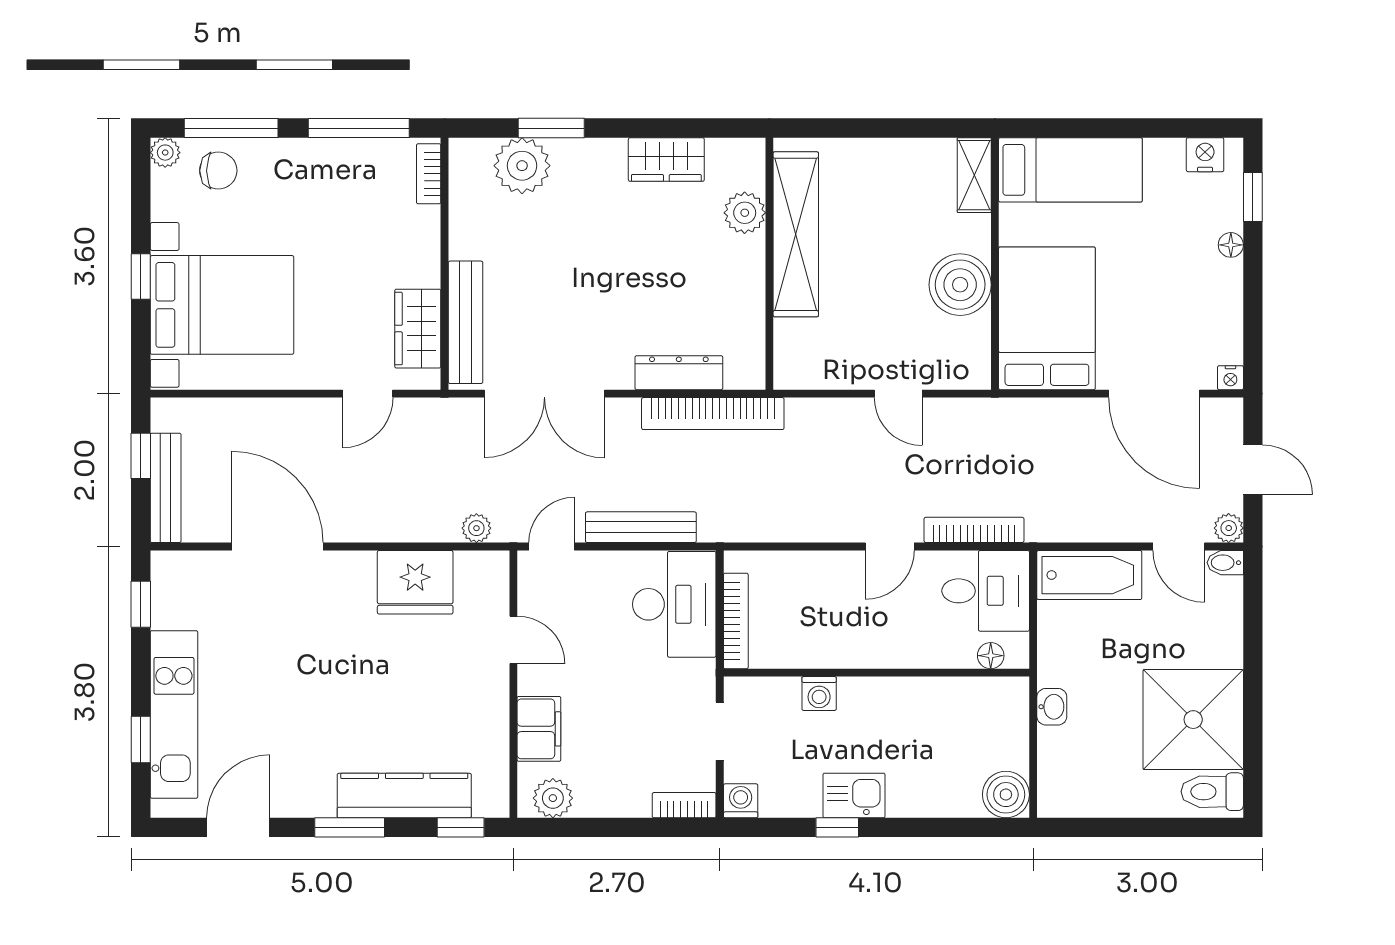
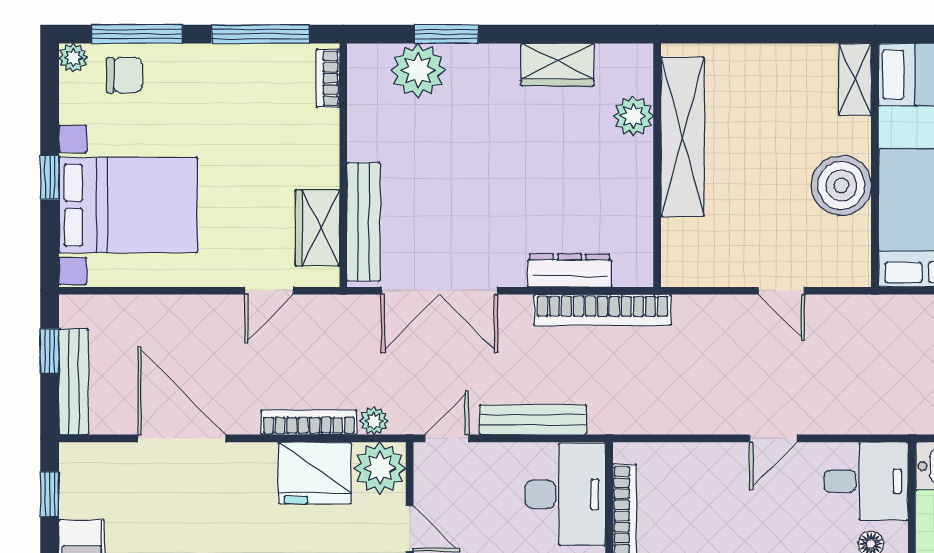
bookcase: (974, 530) -> (309, 422), moved
plant: (483, 577) -> (380, 468), added

